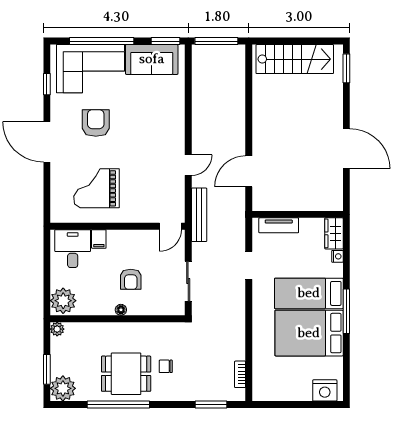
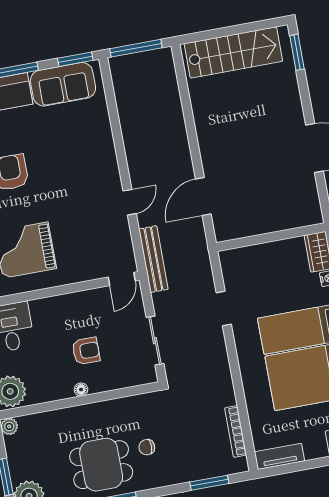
tv unit: (279, 225) -> (279, 456), moved, turned 180
filing cabinet: (99, 239) -> (39, 310), removed
armchair: (131, 279) -> (86, 351), turned -90
bookcase: (240, 374) -> (236, 431), width x1.56

